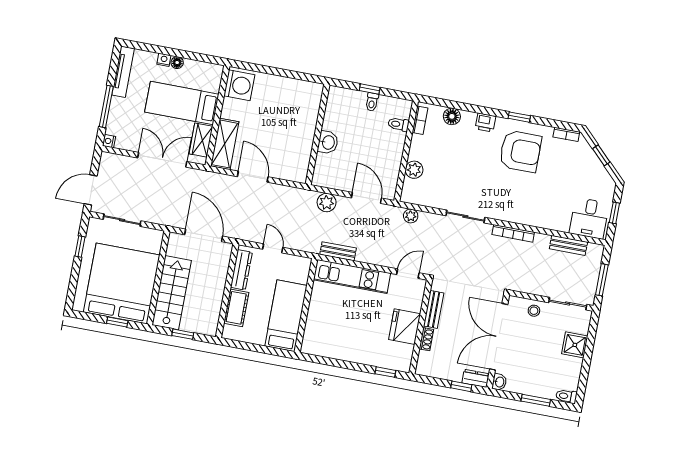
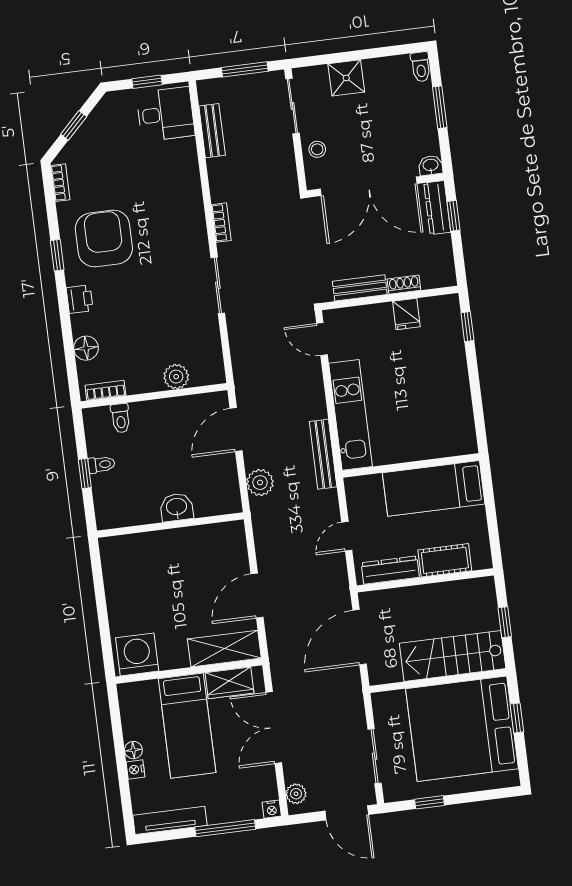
plant: (411, 216) -> (296, 794), moved
bookcase: (513, 233) -> (221, 223), width x0.64
bench: (338, 251) -> (323, 454), width x1.36
fridge: (405, 327) -> (406, 314), width x0.53, depth x0.75
dresser: (476, 378) -> (437, 208), width x1.44

